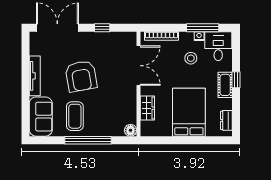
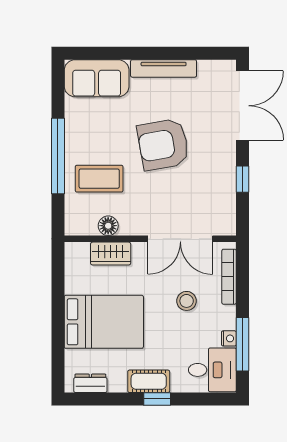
stool: (191, 58) -> (187, 301), moved
coffee table: (75, 116) -> (99, 179), moved
floor lamp: (131, 130) -> (108, 226), moved

